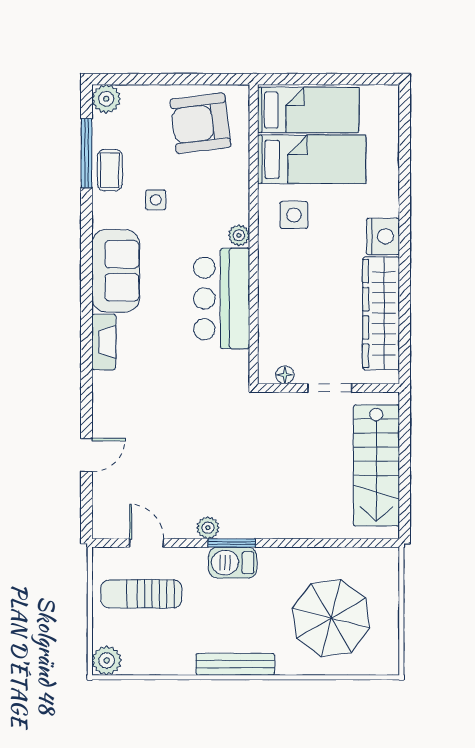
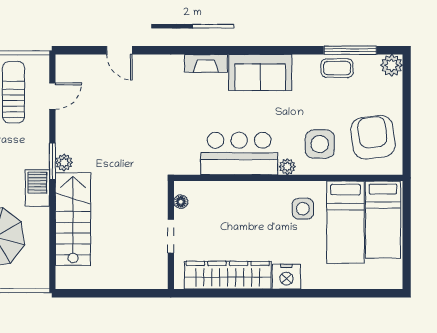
side table: (156, 200) -> (320, 144), moved, width x1.87, depth x1.87
stairs: (376, 465) -> (73, 219), moved, turned 90
plant: (208, 528) -> (64, 162), moved
barbecue: (233, 563) -> (37, 188), moved

